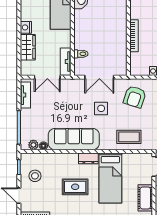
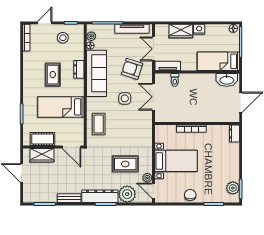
tv unit: (25, 95) -> (132, 29), width x1.41
armchair: (135, 97) -> (132, 69), moved
dresser: (88, 158) -> (79, 69), moved

